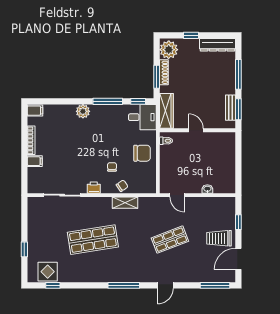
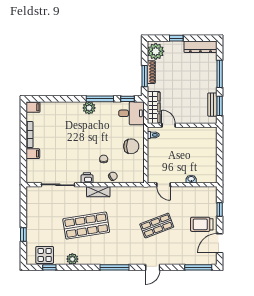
plant: (83, 111) -> (89, 108), moved
door: (196, 130) -> (169, 125), moved
shelving: (125, 203) -> (98, 192), moved
plant: (78, 276) -> (72, 259), added

